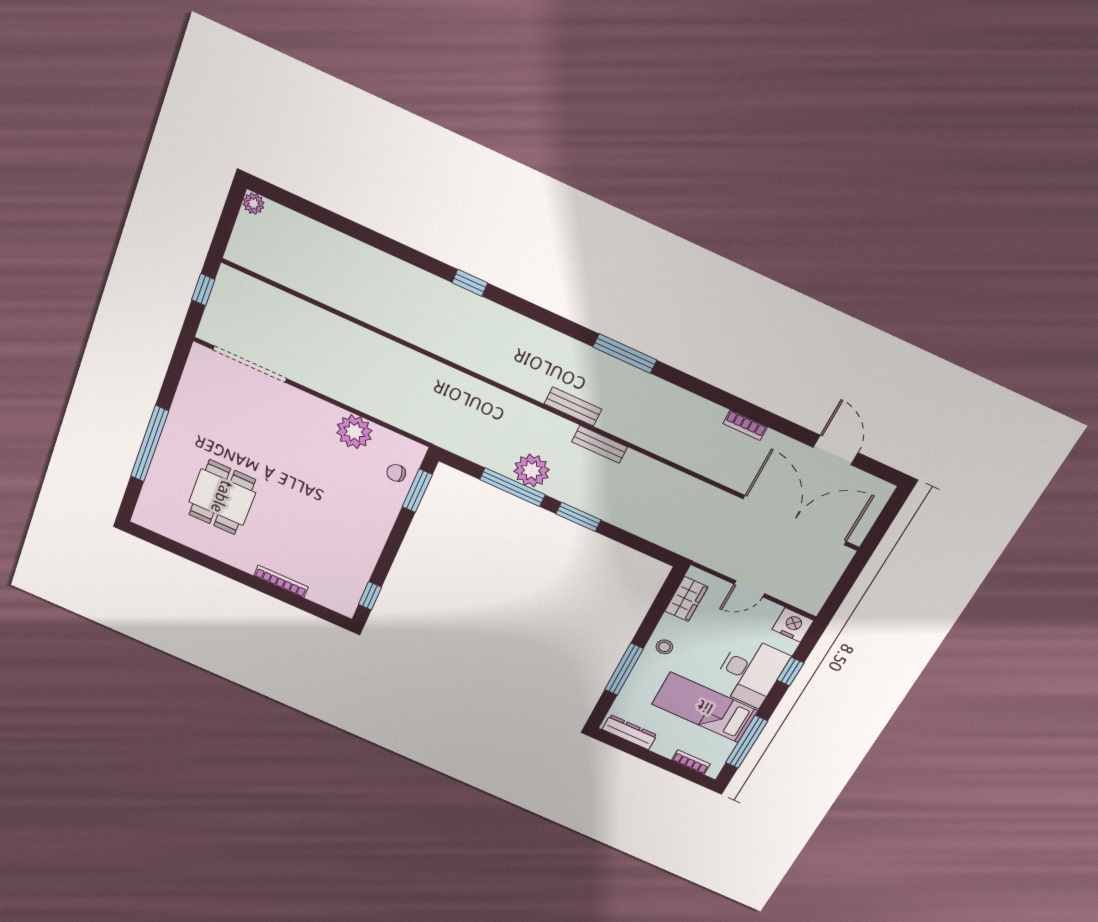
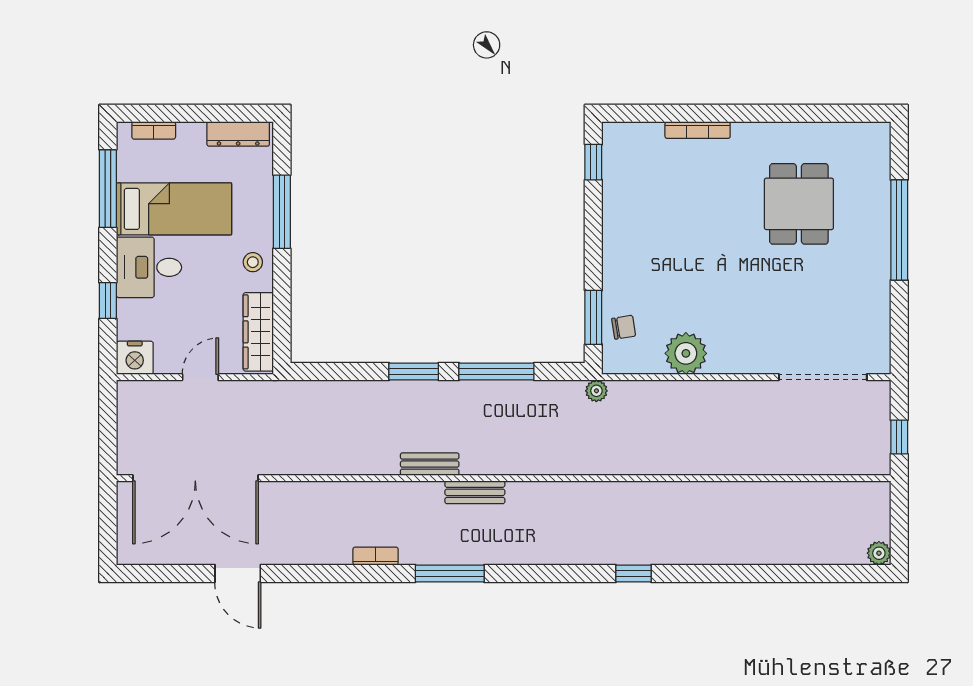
bookcase: (745, 425) -> (376, 556), moved
door: (836, 450) -> (238, 573), moved
plant: (532, 471) -> (596, 391), moved, width x0.53, depth x0.53
wardrobe: (686, 599) -> (258, 332), width x1.50
desk: (750, 672) -> (149, 267), width x0.73

